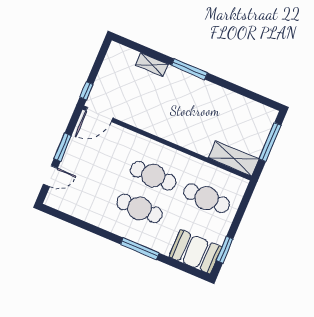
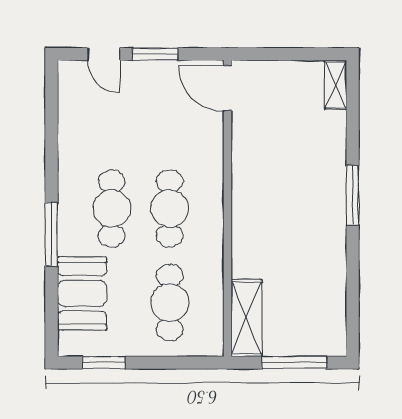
shelving: (152, 65) -> (336, 85), moved
window: (86, 91) -> (255, 54), removed
booth: (195, 252) -> (82, 293), moved

